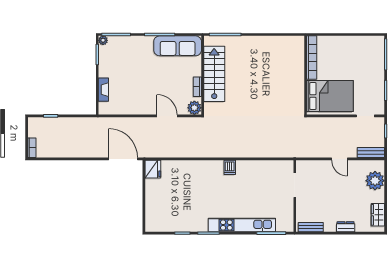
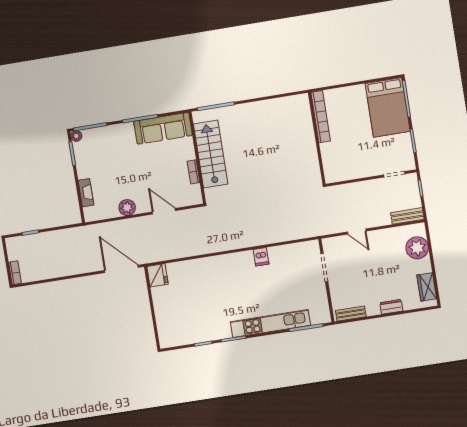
bed: (330, 96) -> (388, 107), moved, turned 90
plant: (194, 108) -> (127, 208), moved
door: (339, 159) -> (357, 232), moved
dishwasher: (230, 167) -> (261, 257), moved

